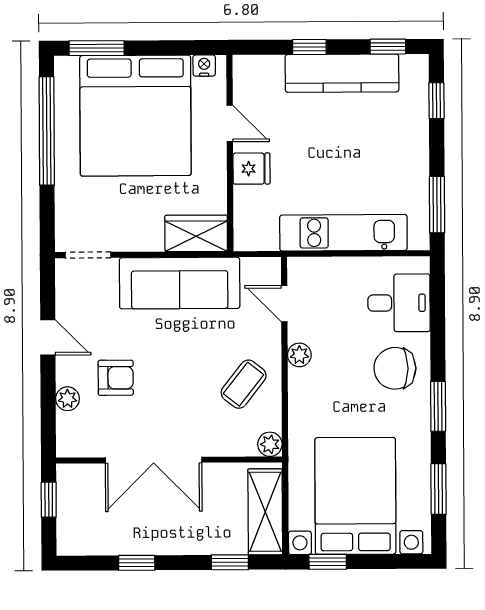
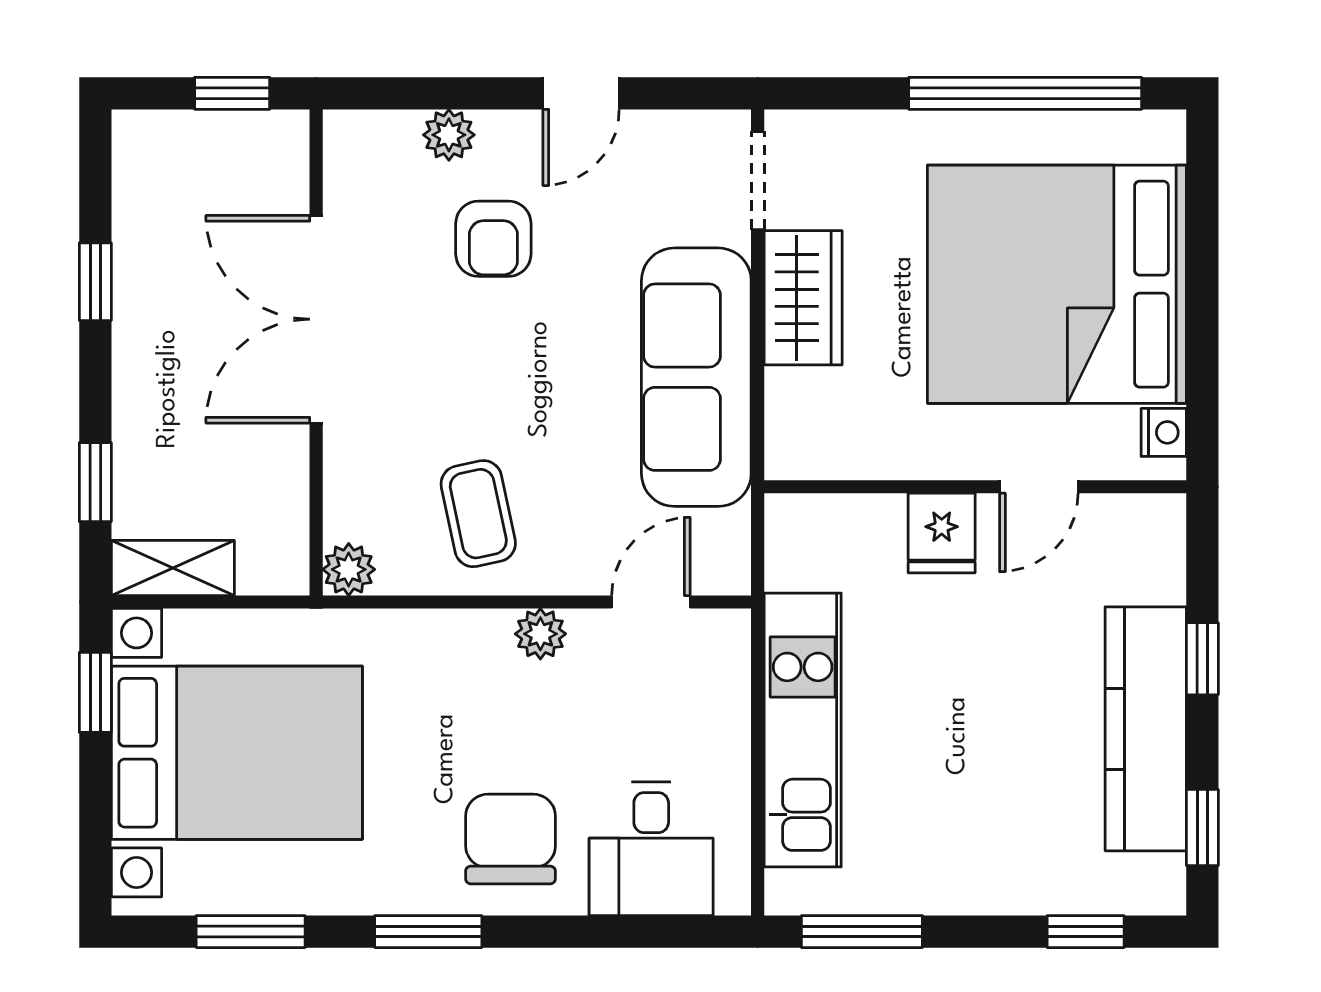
window: (97, 48) -> (1202, 201), removed
wardrobe: (196, 233) -> (803, 298), moved
coffee table: (244, 384) -> (478, 514), turned 40
shelving: (265, 512) -> (173, 568), width x0.67, depth x0.75

